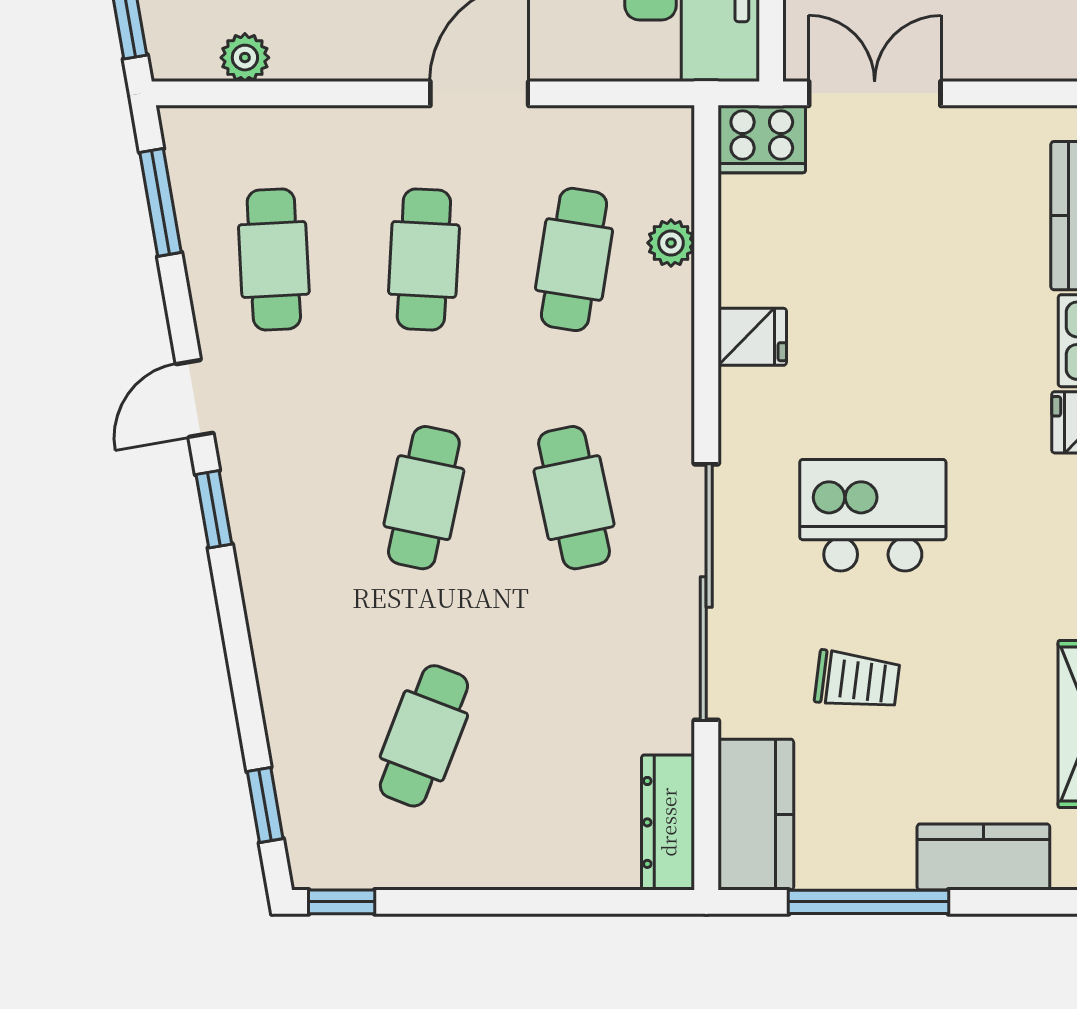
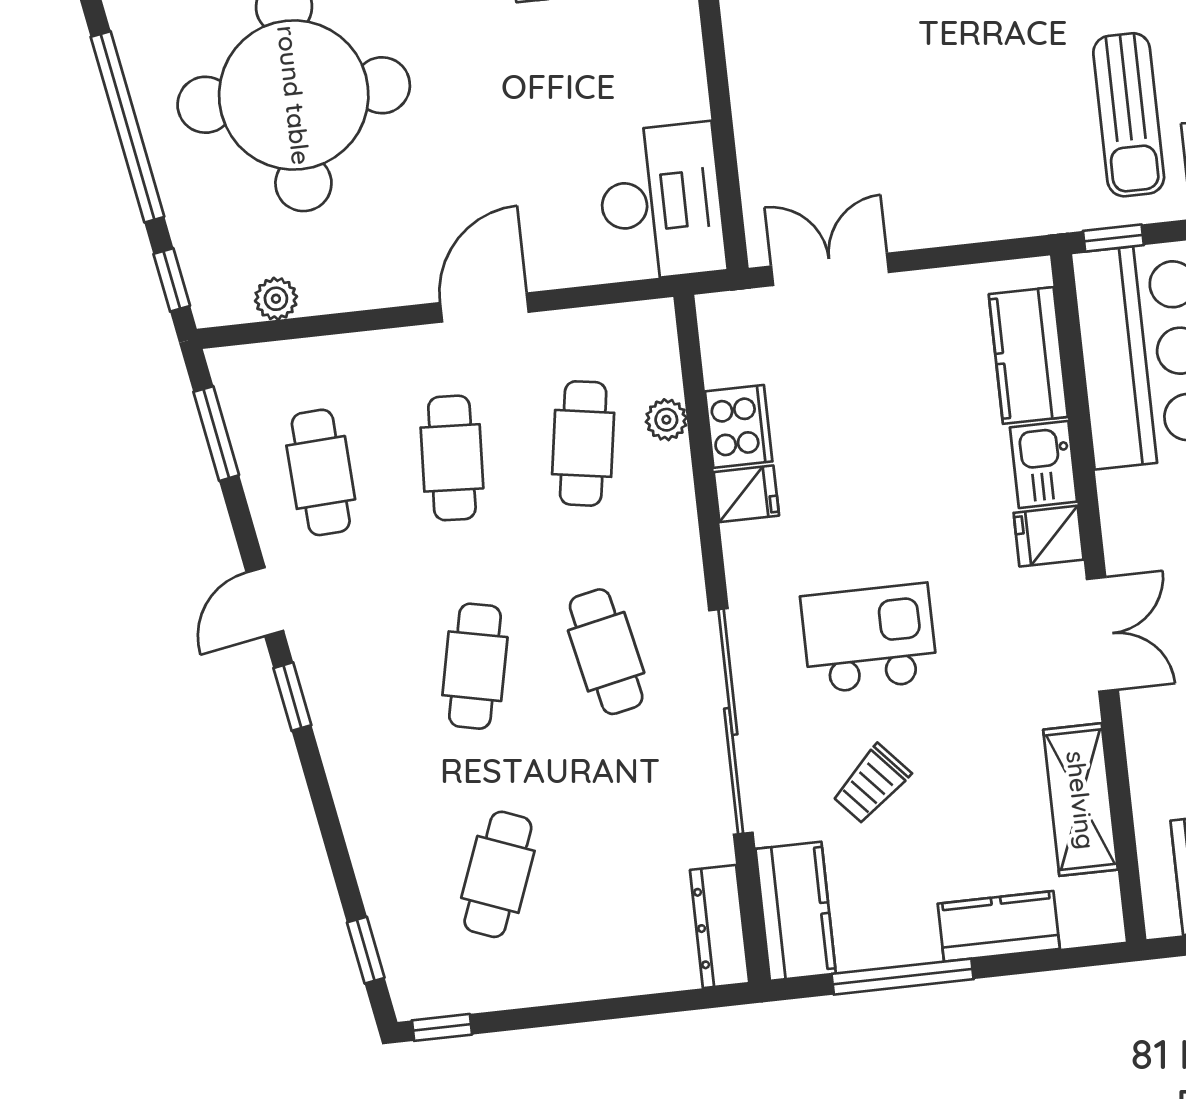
cooker: (762, 139) -> (739, 426), moved, turned -90
trolley: (857, 680) -> (871, 784), turned 131

